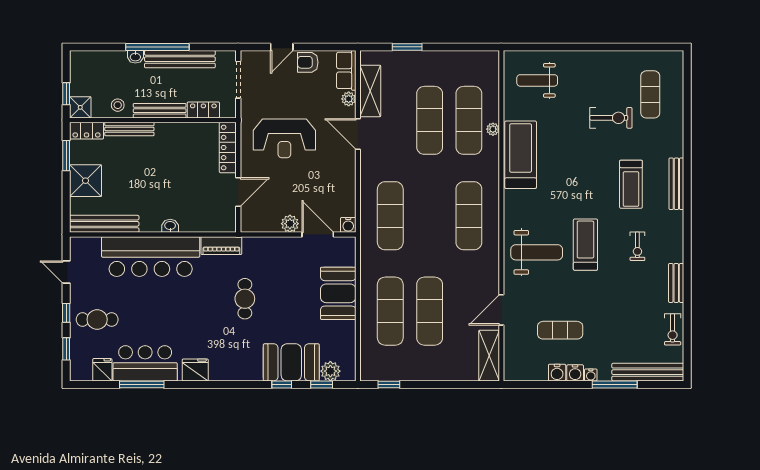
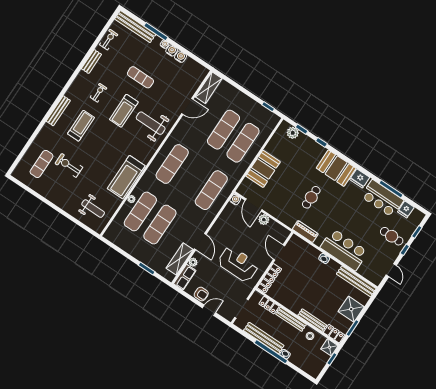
door: (238, 192) -> (279, 253), hinge flipped
bar counter: (151, 257) -> (344, 250), width x0.73
exercise mat: (560, 330) -> (140, 77), moved
booth: (291, 362) -> (336, 168), moved

